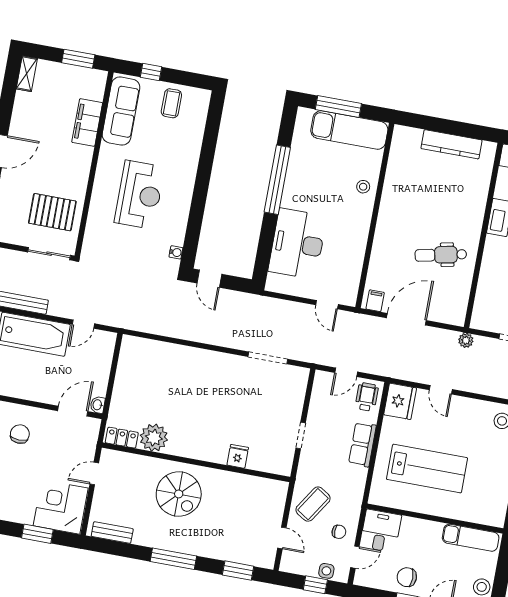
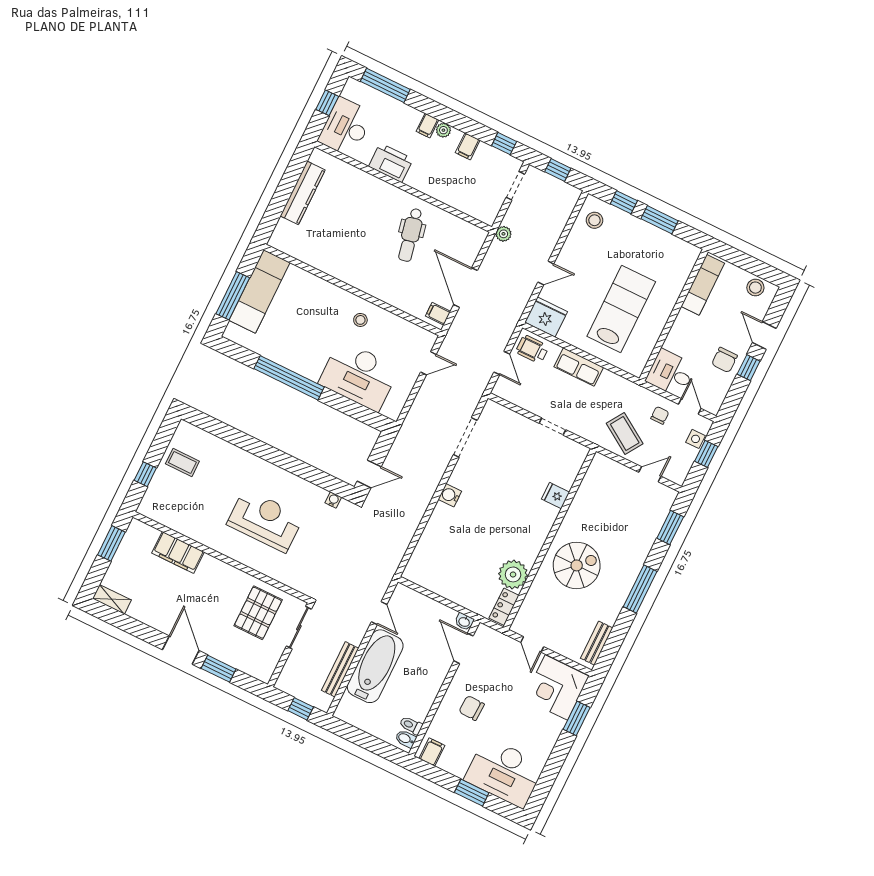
sofa: (121, 111) -> (176, 515), removed
stool: (363, 187) -> (360, 320), moved
water cooler: (211, 359) -> (450, 495), added

